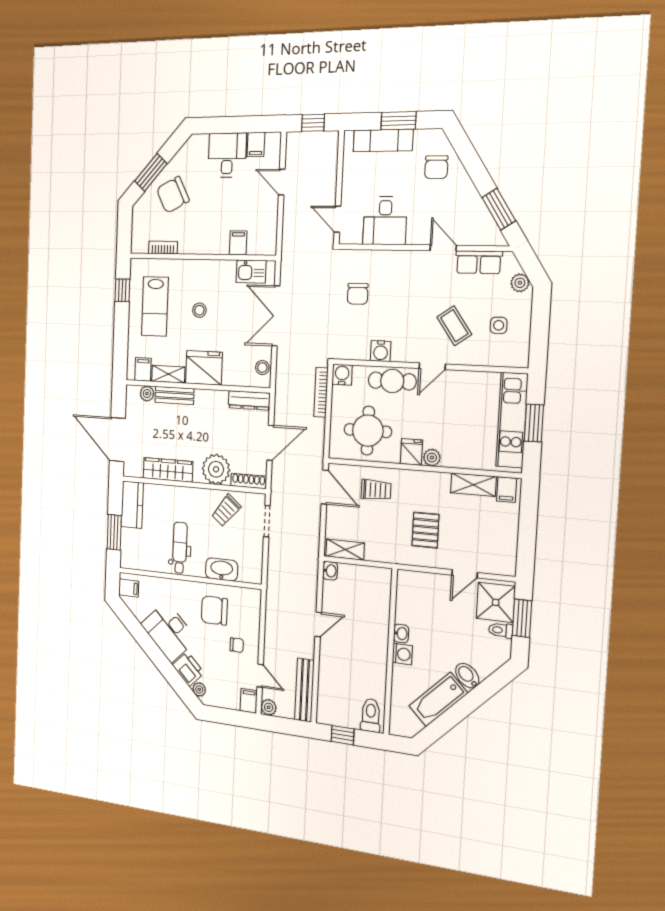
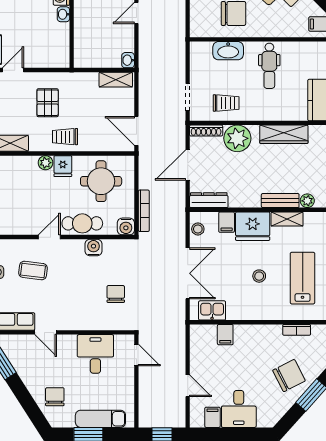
coffee table: (454, 326) -> (33, 270), turned -48
filing cabinet: (143, 369) -> (227, 222), moved
trolley: (376, 490) -> (65, 137), moved
trolley: (226, 511) -> (226, 103), turned 51

